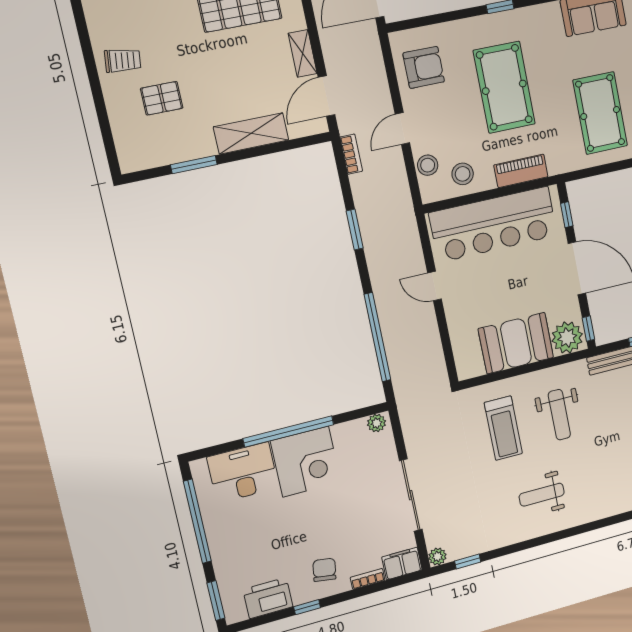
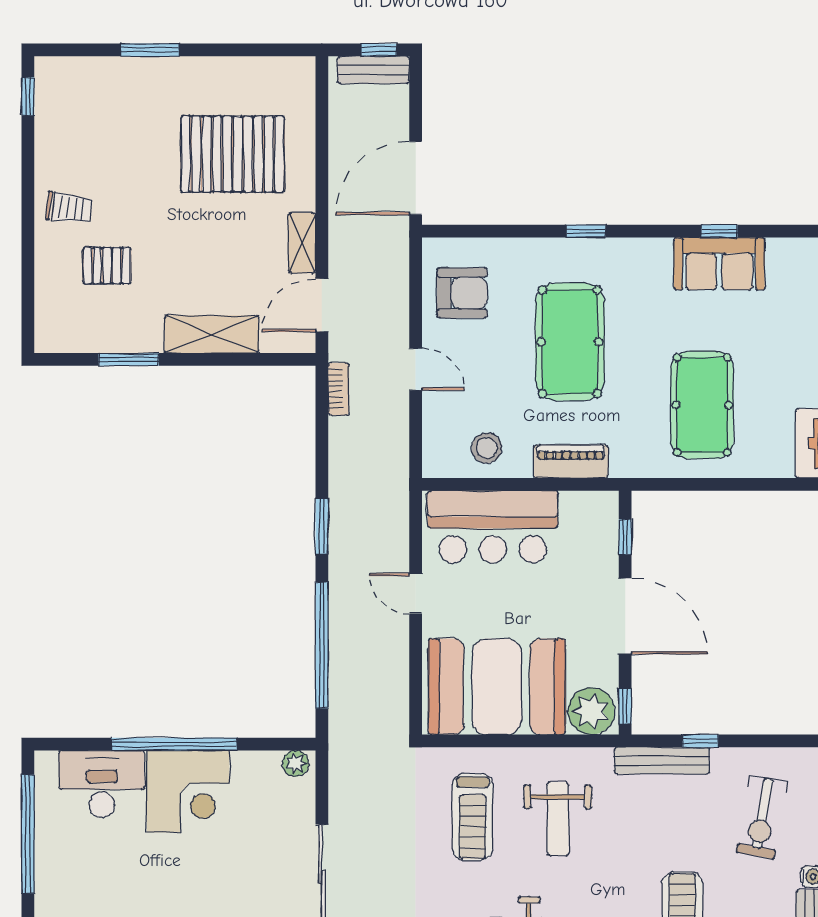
door: (402, 129) -> (416, 369), swing flipped
stool: (428, 165) -> (440, 426), removed
bar counter: (494, 224) -> (493, 527), width x0.73
window: (355, 230) -> (322, 526), moved
booth: (516, 343) -> (497, 687), width x1.36, depth x1.42

